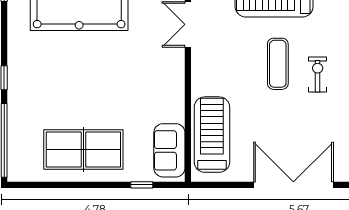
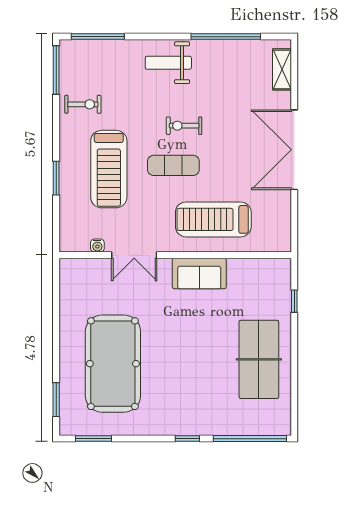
treadmill: (212, 135) -> (213, 219), moved
sofa: (169, 150) -> (199, 274), moved

